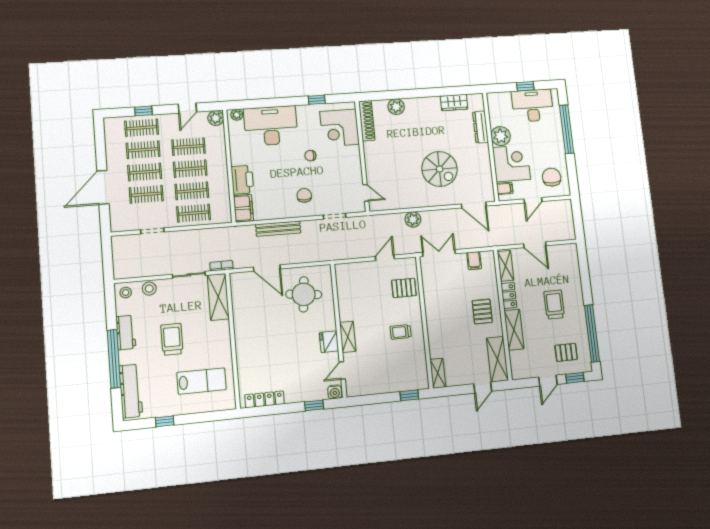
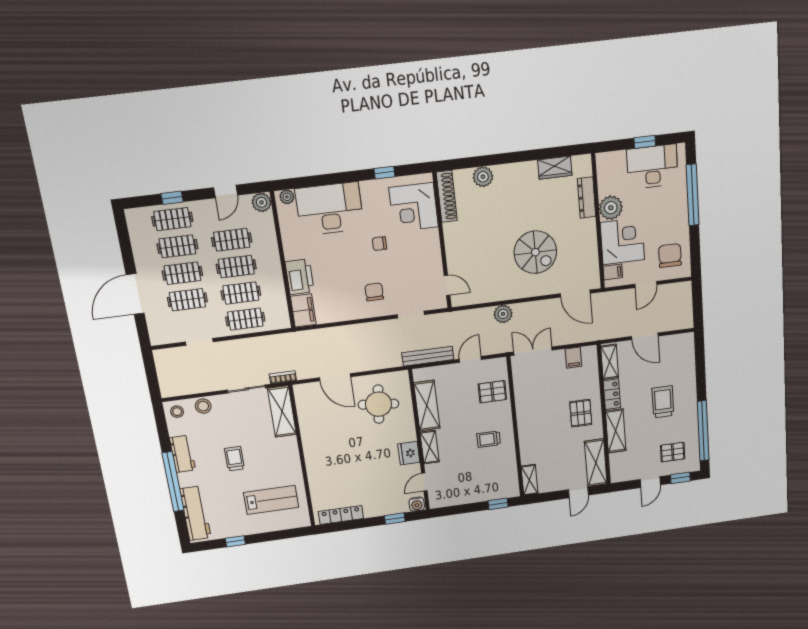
bench: (278, 229) -> (428, 356), moved
shelving: (346, 298) -> (427, 406), added
trolley: (172, 339) -> (234, 459), width x0.73, depth x0.72

